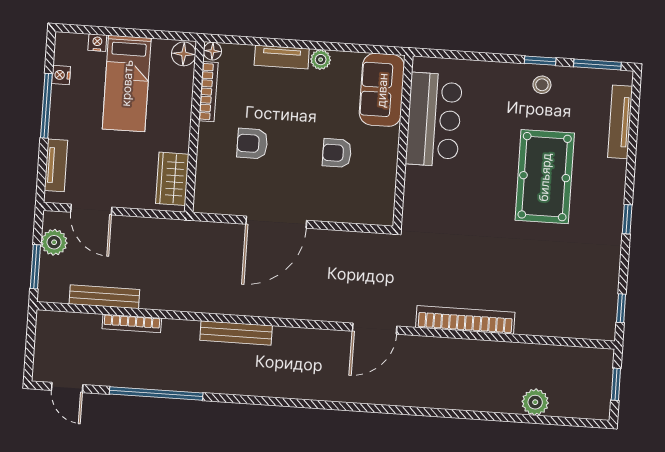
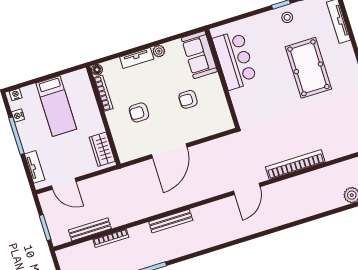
nightstand: (97, 43) -> (16, 95), moved
floor lamp: (184, 54) -> (82, 77), removed
plant: (54, 242) -> (50, 210), removed

